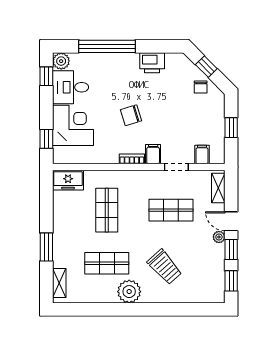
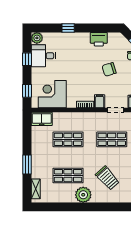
window: (107, 46) -> (68, 28), width x0.32
window: (46, 76) -> (27, 59), moved
chair: (131, 115) -> (109, 69), moved
corner desk: (73, 125) -> (52, 94), moved, turned -90
shop shelf: (107, 210) -> (68, 139), turned 90

